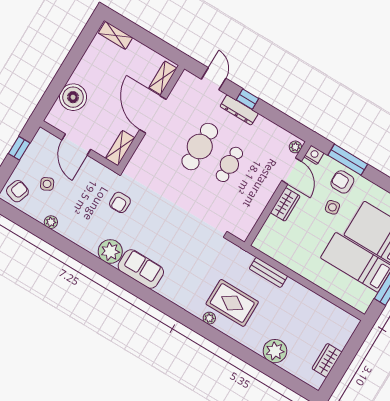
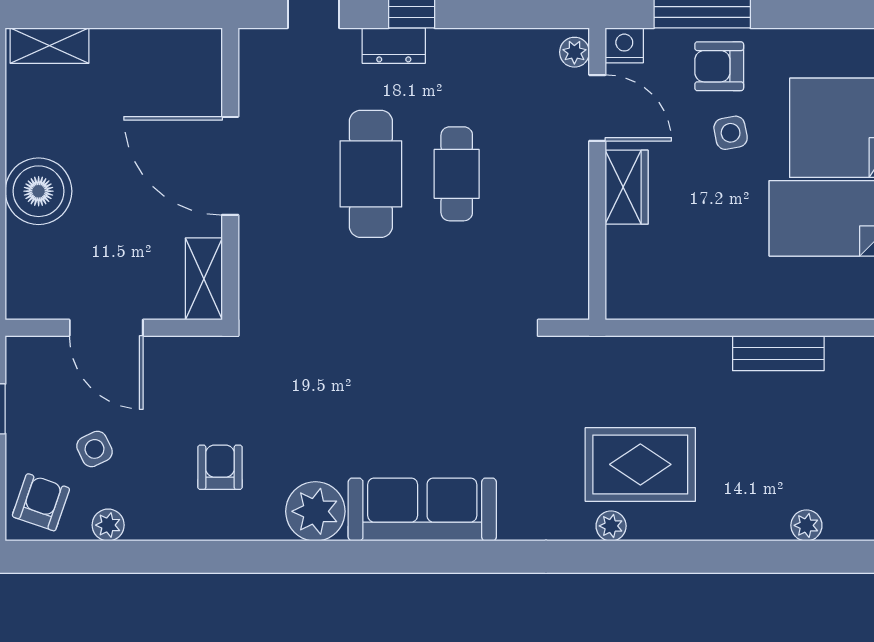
shelving: (163, 78) -> (205, 75), removed
boiler: (73, 97) -> (39, 191), moved
dresser: (239, 110) -> (394, 46), width x0.70
armchair: (120, 202) -> (220, 467), moved, turned 180
plant: (51, 222) -> (108, 525), moved
sofa: (141, 269) -> (422, 509), width x1.36
bench: (268, 272) -> (778, 353), moved
plant: (275, 351) -> (806, 525), width x0.53, depth x0.53

